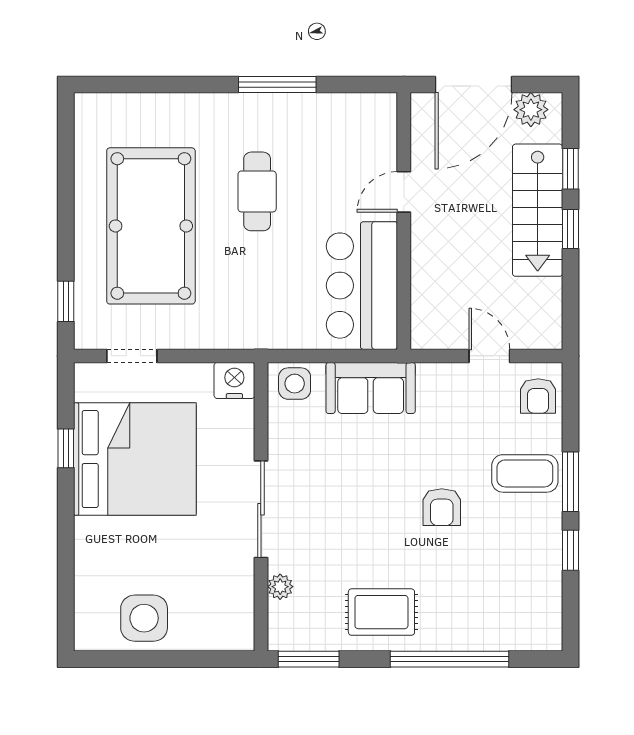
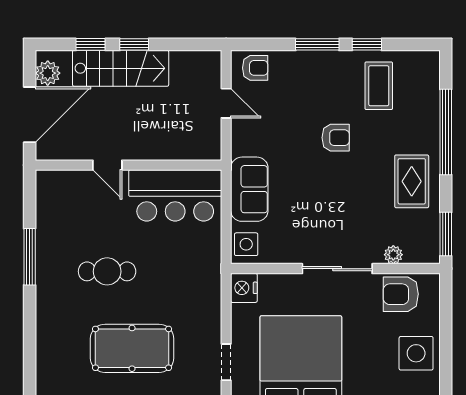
door: (474, 84) -> (30, 115), hinge flipped
pool table: (151, 226) -> (132, 348), width x0.73, depth x0.76
door: (489, 356) -> (226, 103), swing flipped
coffee table: (525, 473) -> (379, 86), moved
armchair: (226, 597) -> (401, 294), added

